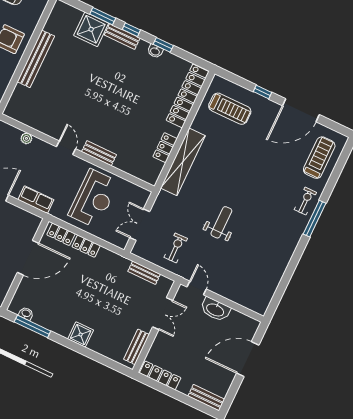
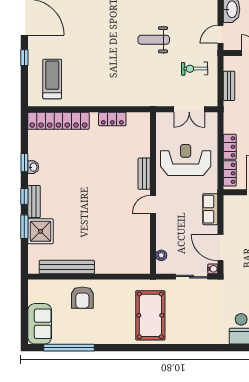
bench: (36, 59) -> (67, 267), moved
plant: (26, 138) -> (161, 255), moved
shelving: (183, 162) -> (117, 98), removed

